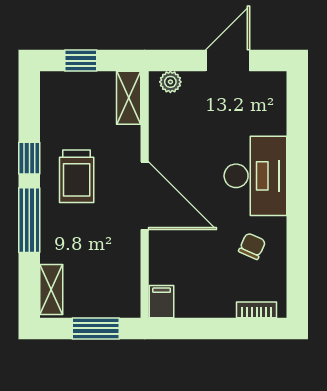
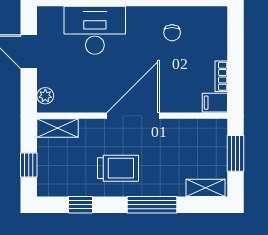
window: (29, 158) -> (81, 205), moved
desk: (255, 176) -> (95, 30), moved
chair: (252, 246) -> (172, 33), turned -114
bookcase: (257, 310) -> (221, 76), moved

